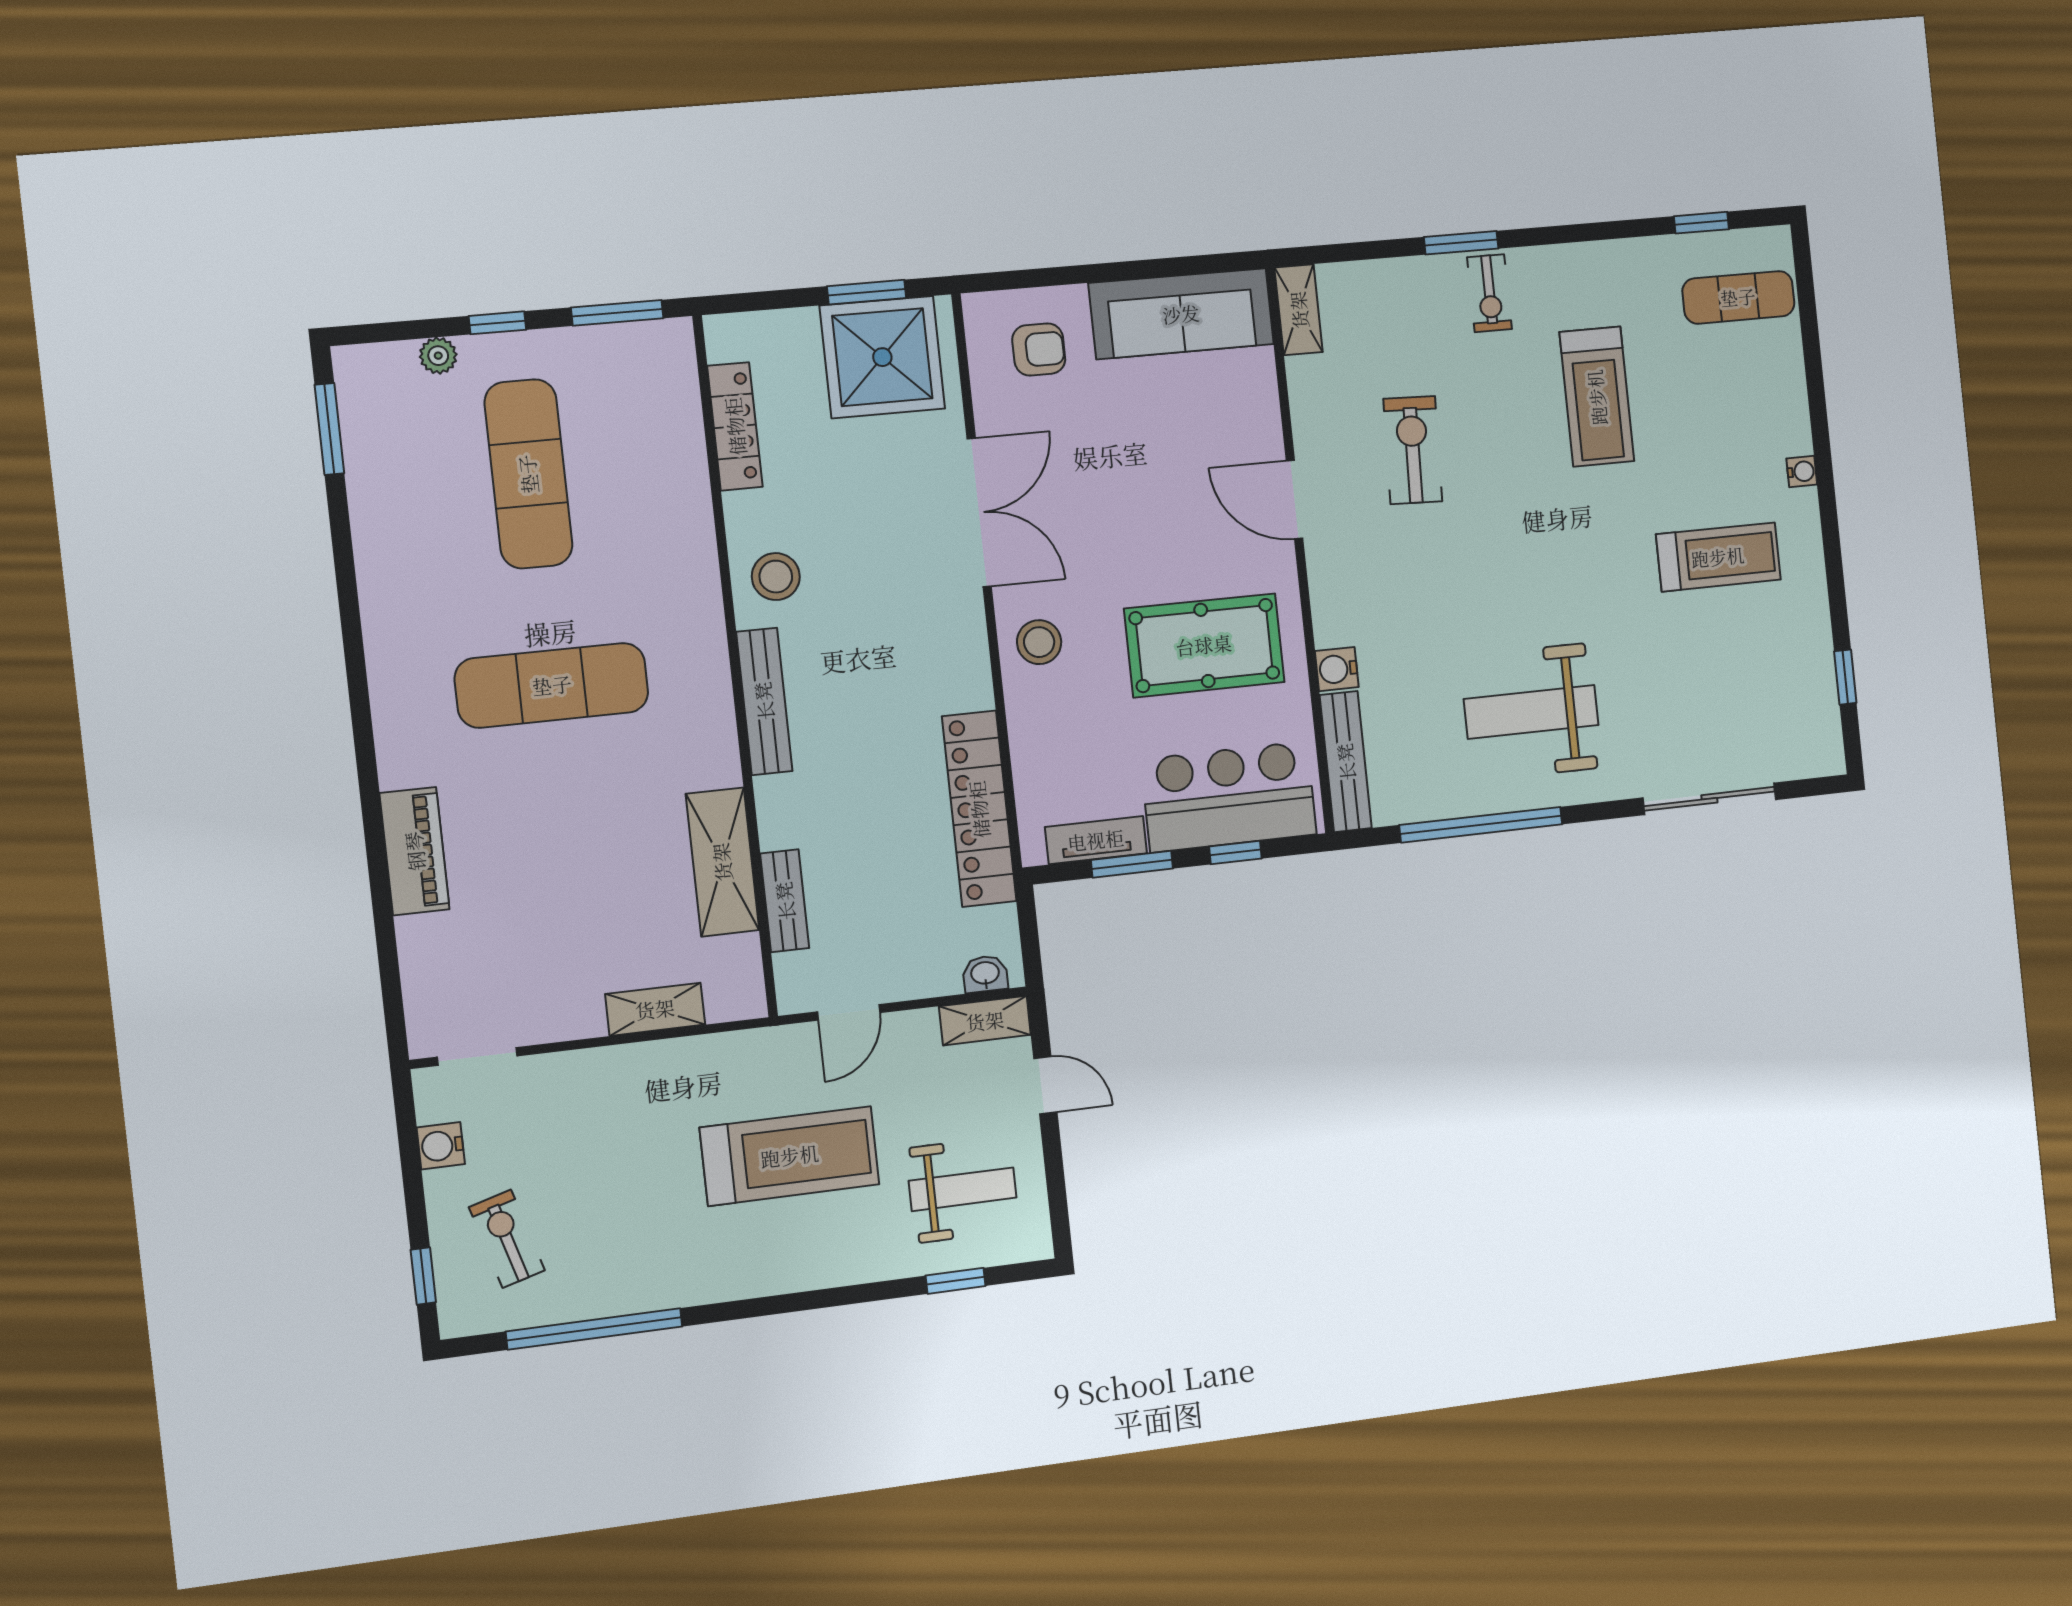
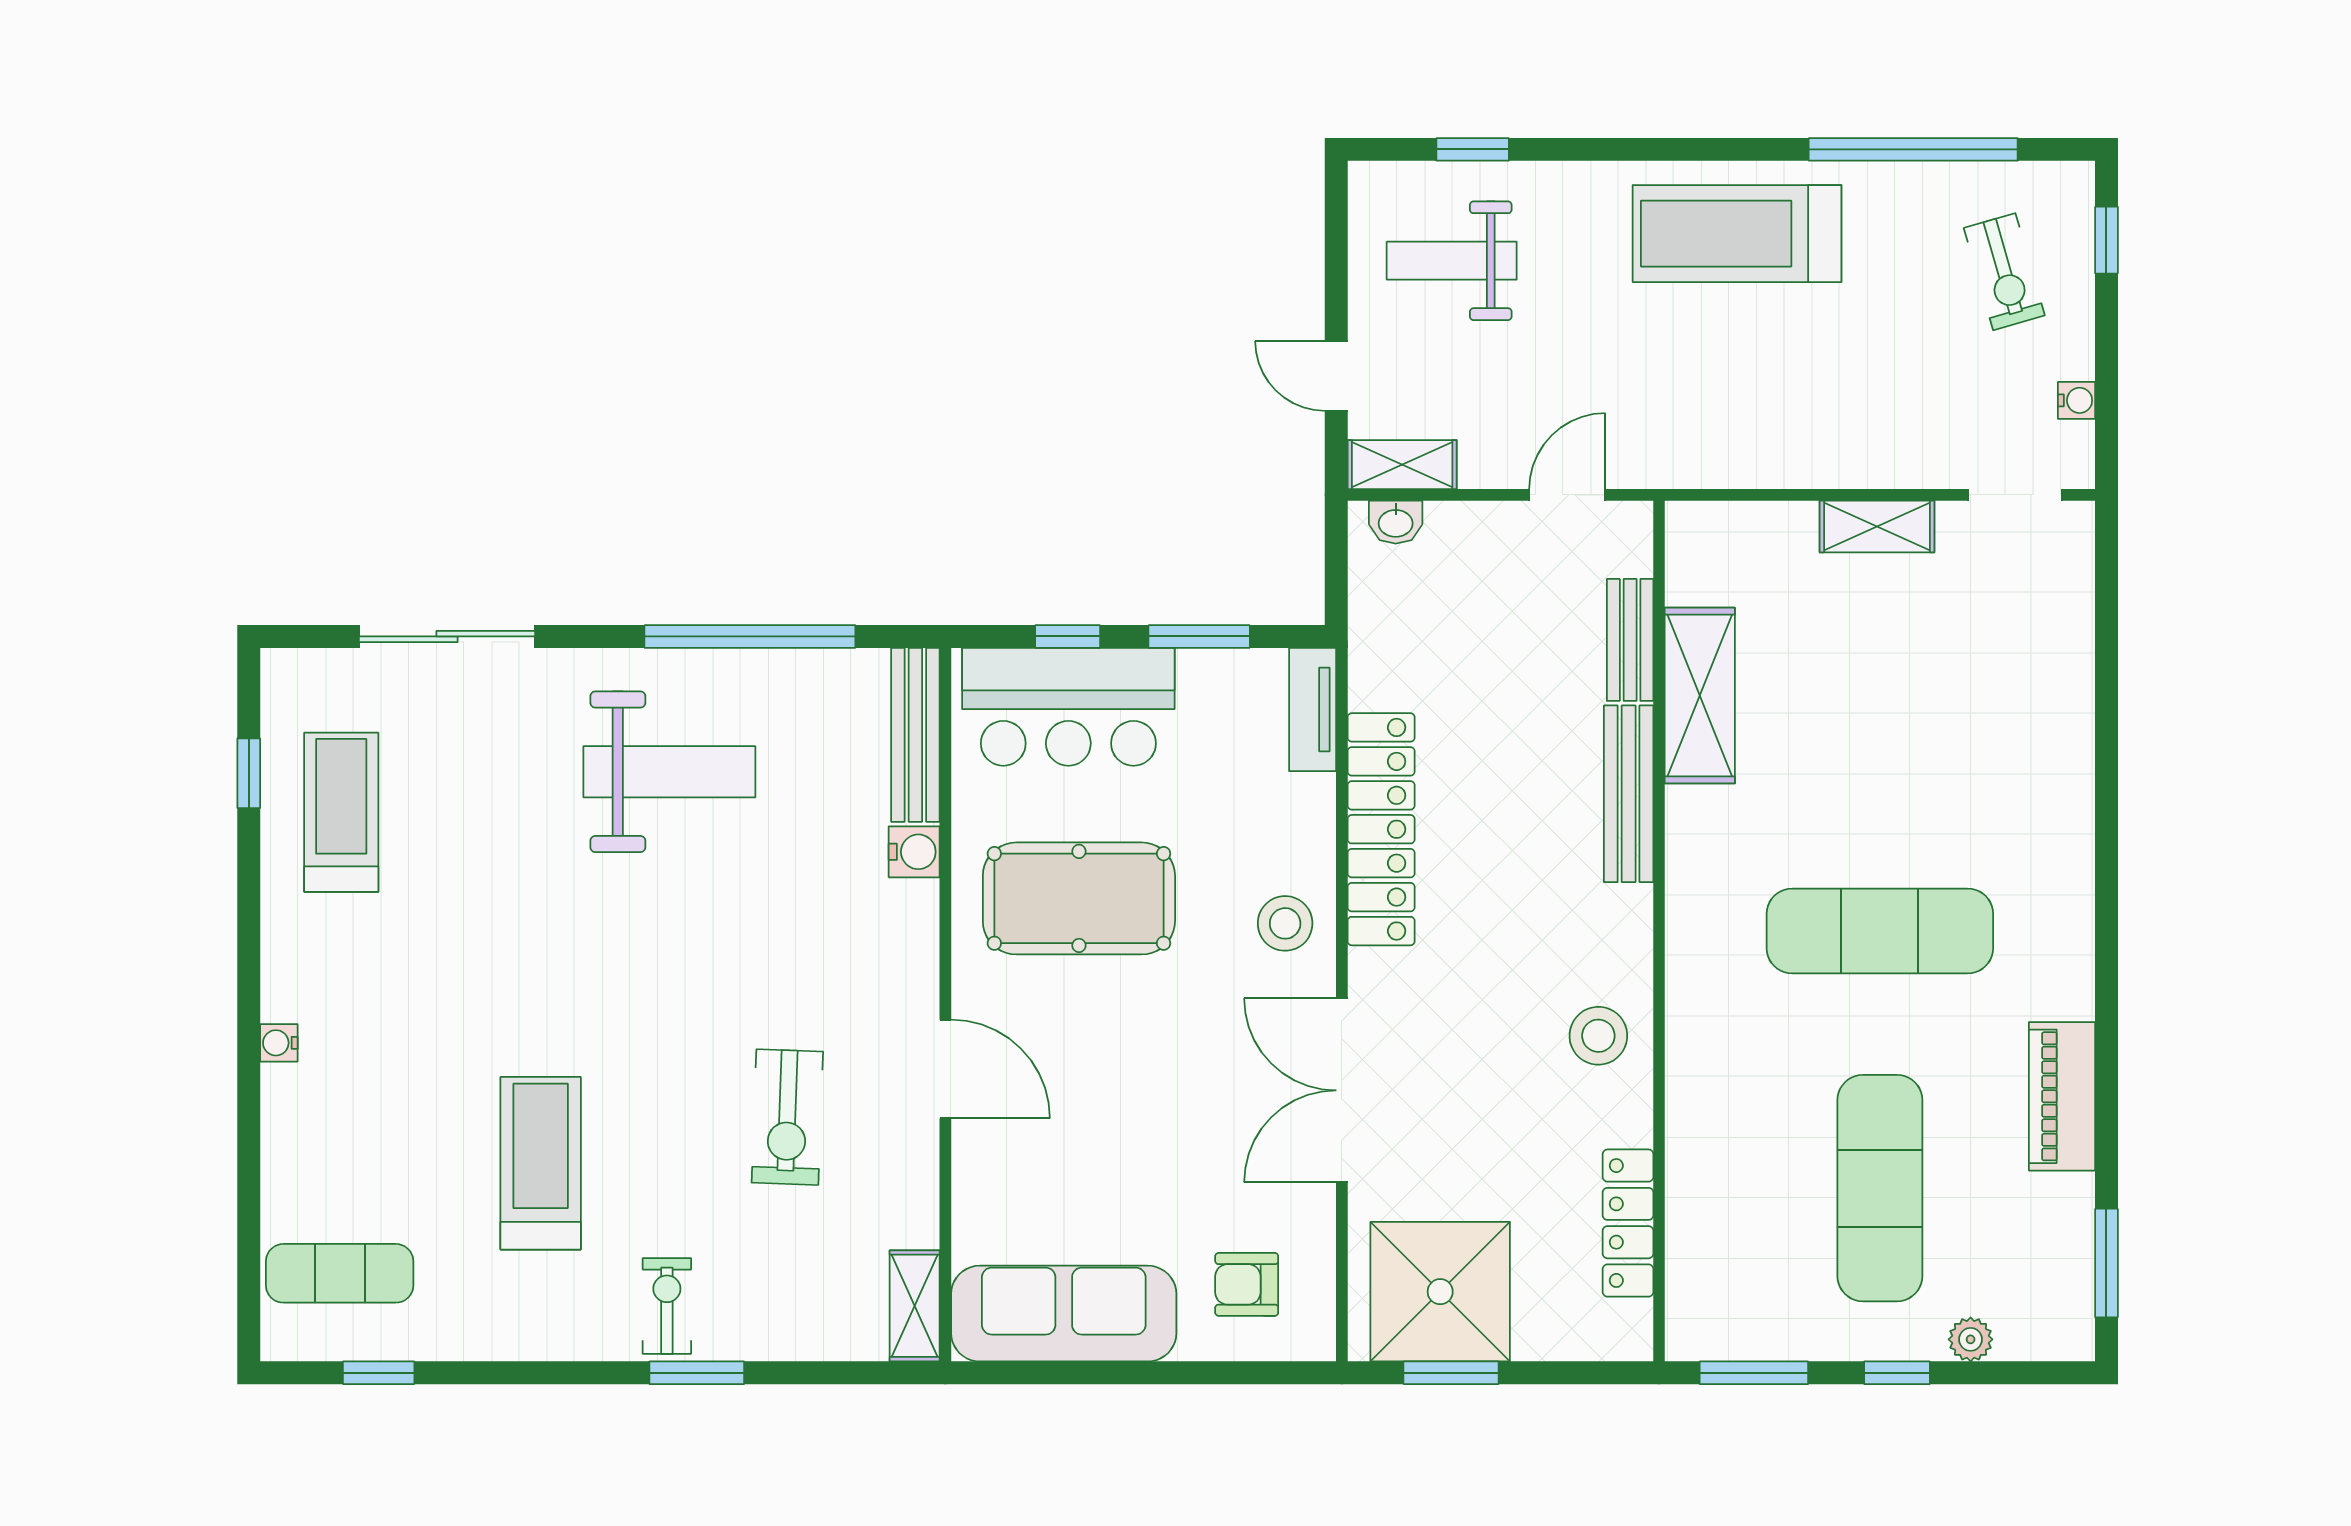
treadmill: (1718, 557) -> (341, 812), moved, turned 90
bench: (764, 701) -> (1629, 794), moved
locker: (979, 809) -> (1381, 829), moved
tv unit: (1096, 840) -> (1313, 710), moved, turned 90
piano: (415, 851) -> (2062, 1096), moved
shelving: (655, 1009) -> (1877, 526), moved
water cooler: (441, 1146) -> (2077, 400), width x0.72, depth x0.72
treadmill: (790, 1156) -> (1737, 234), moved

